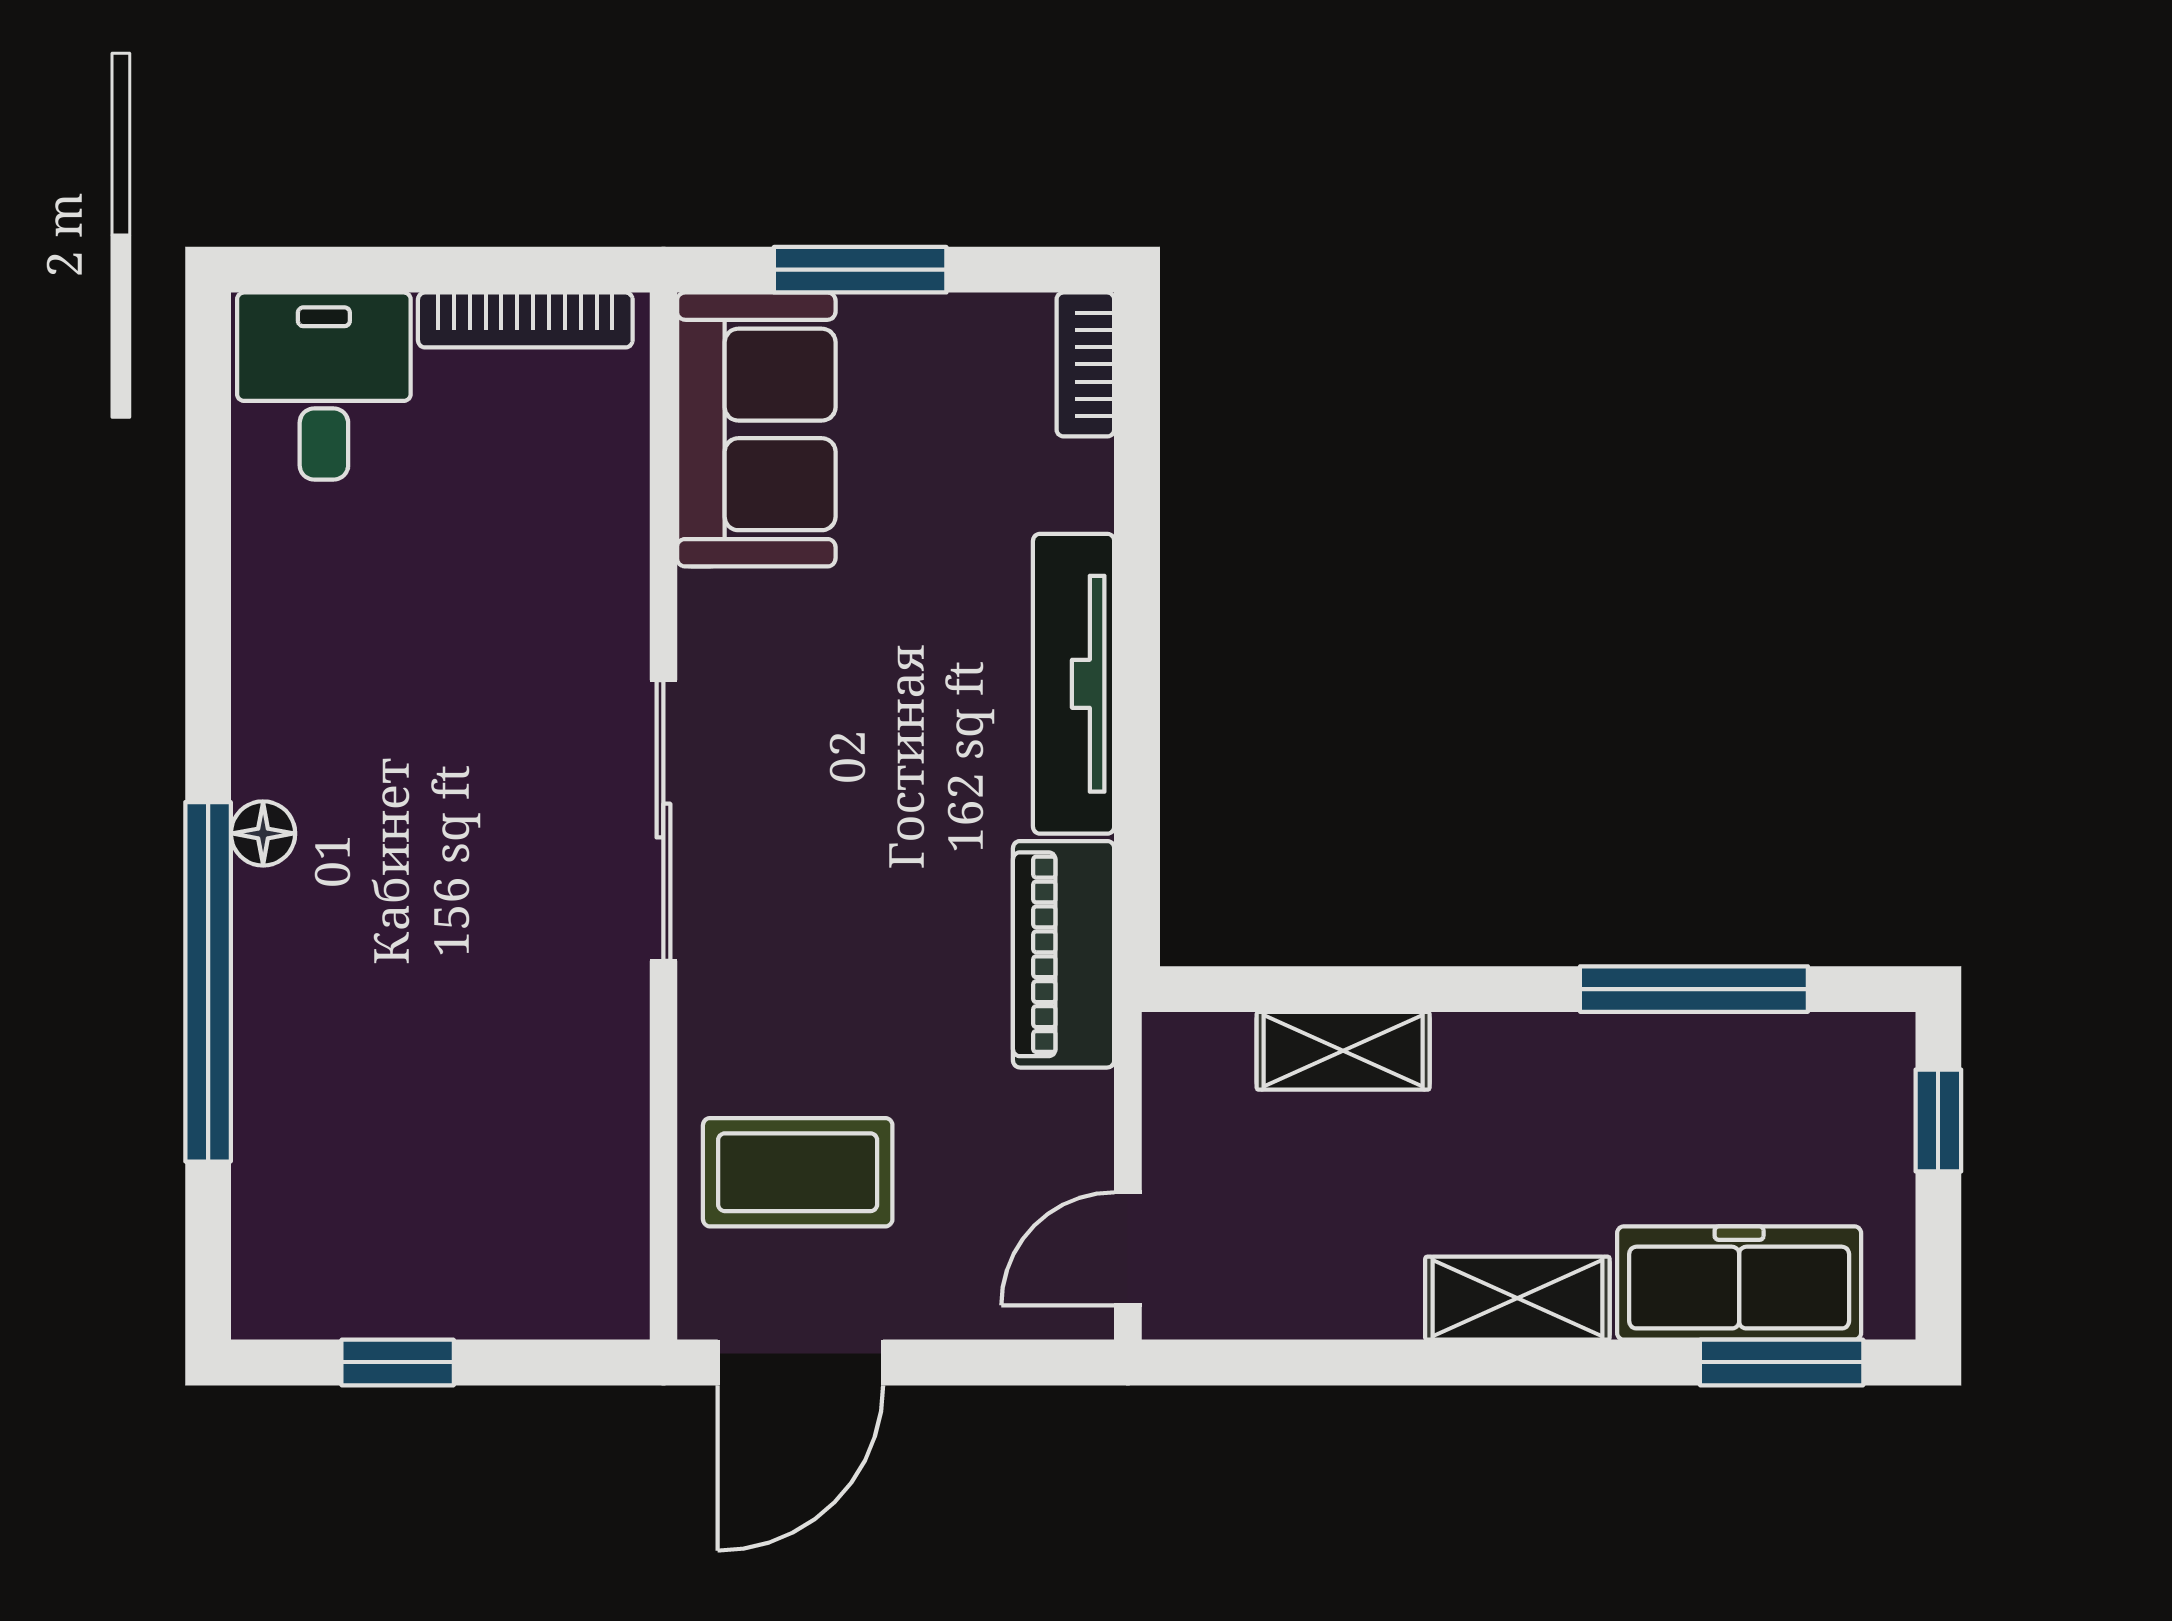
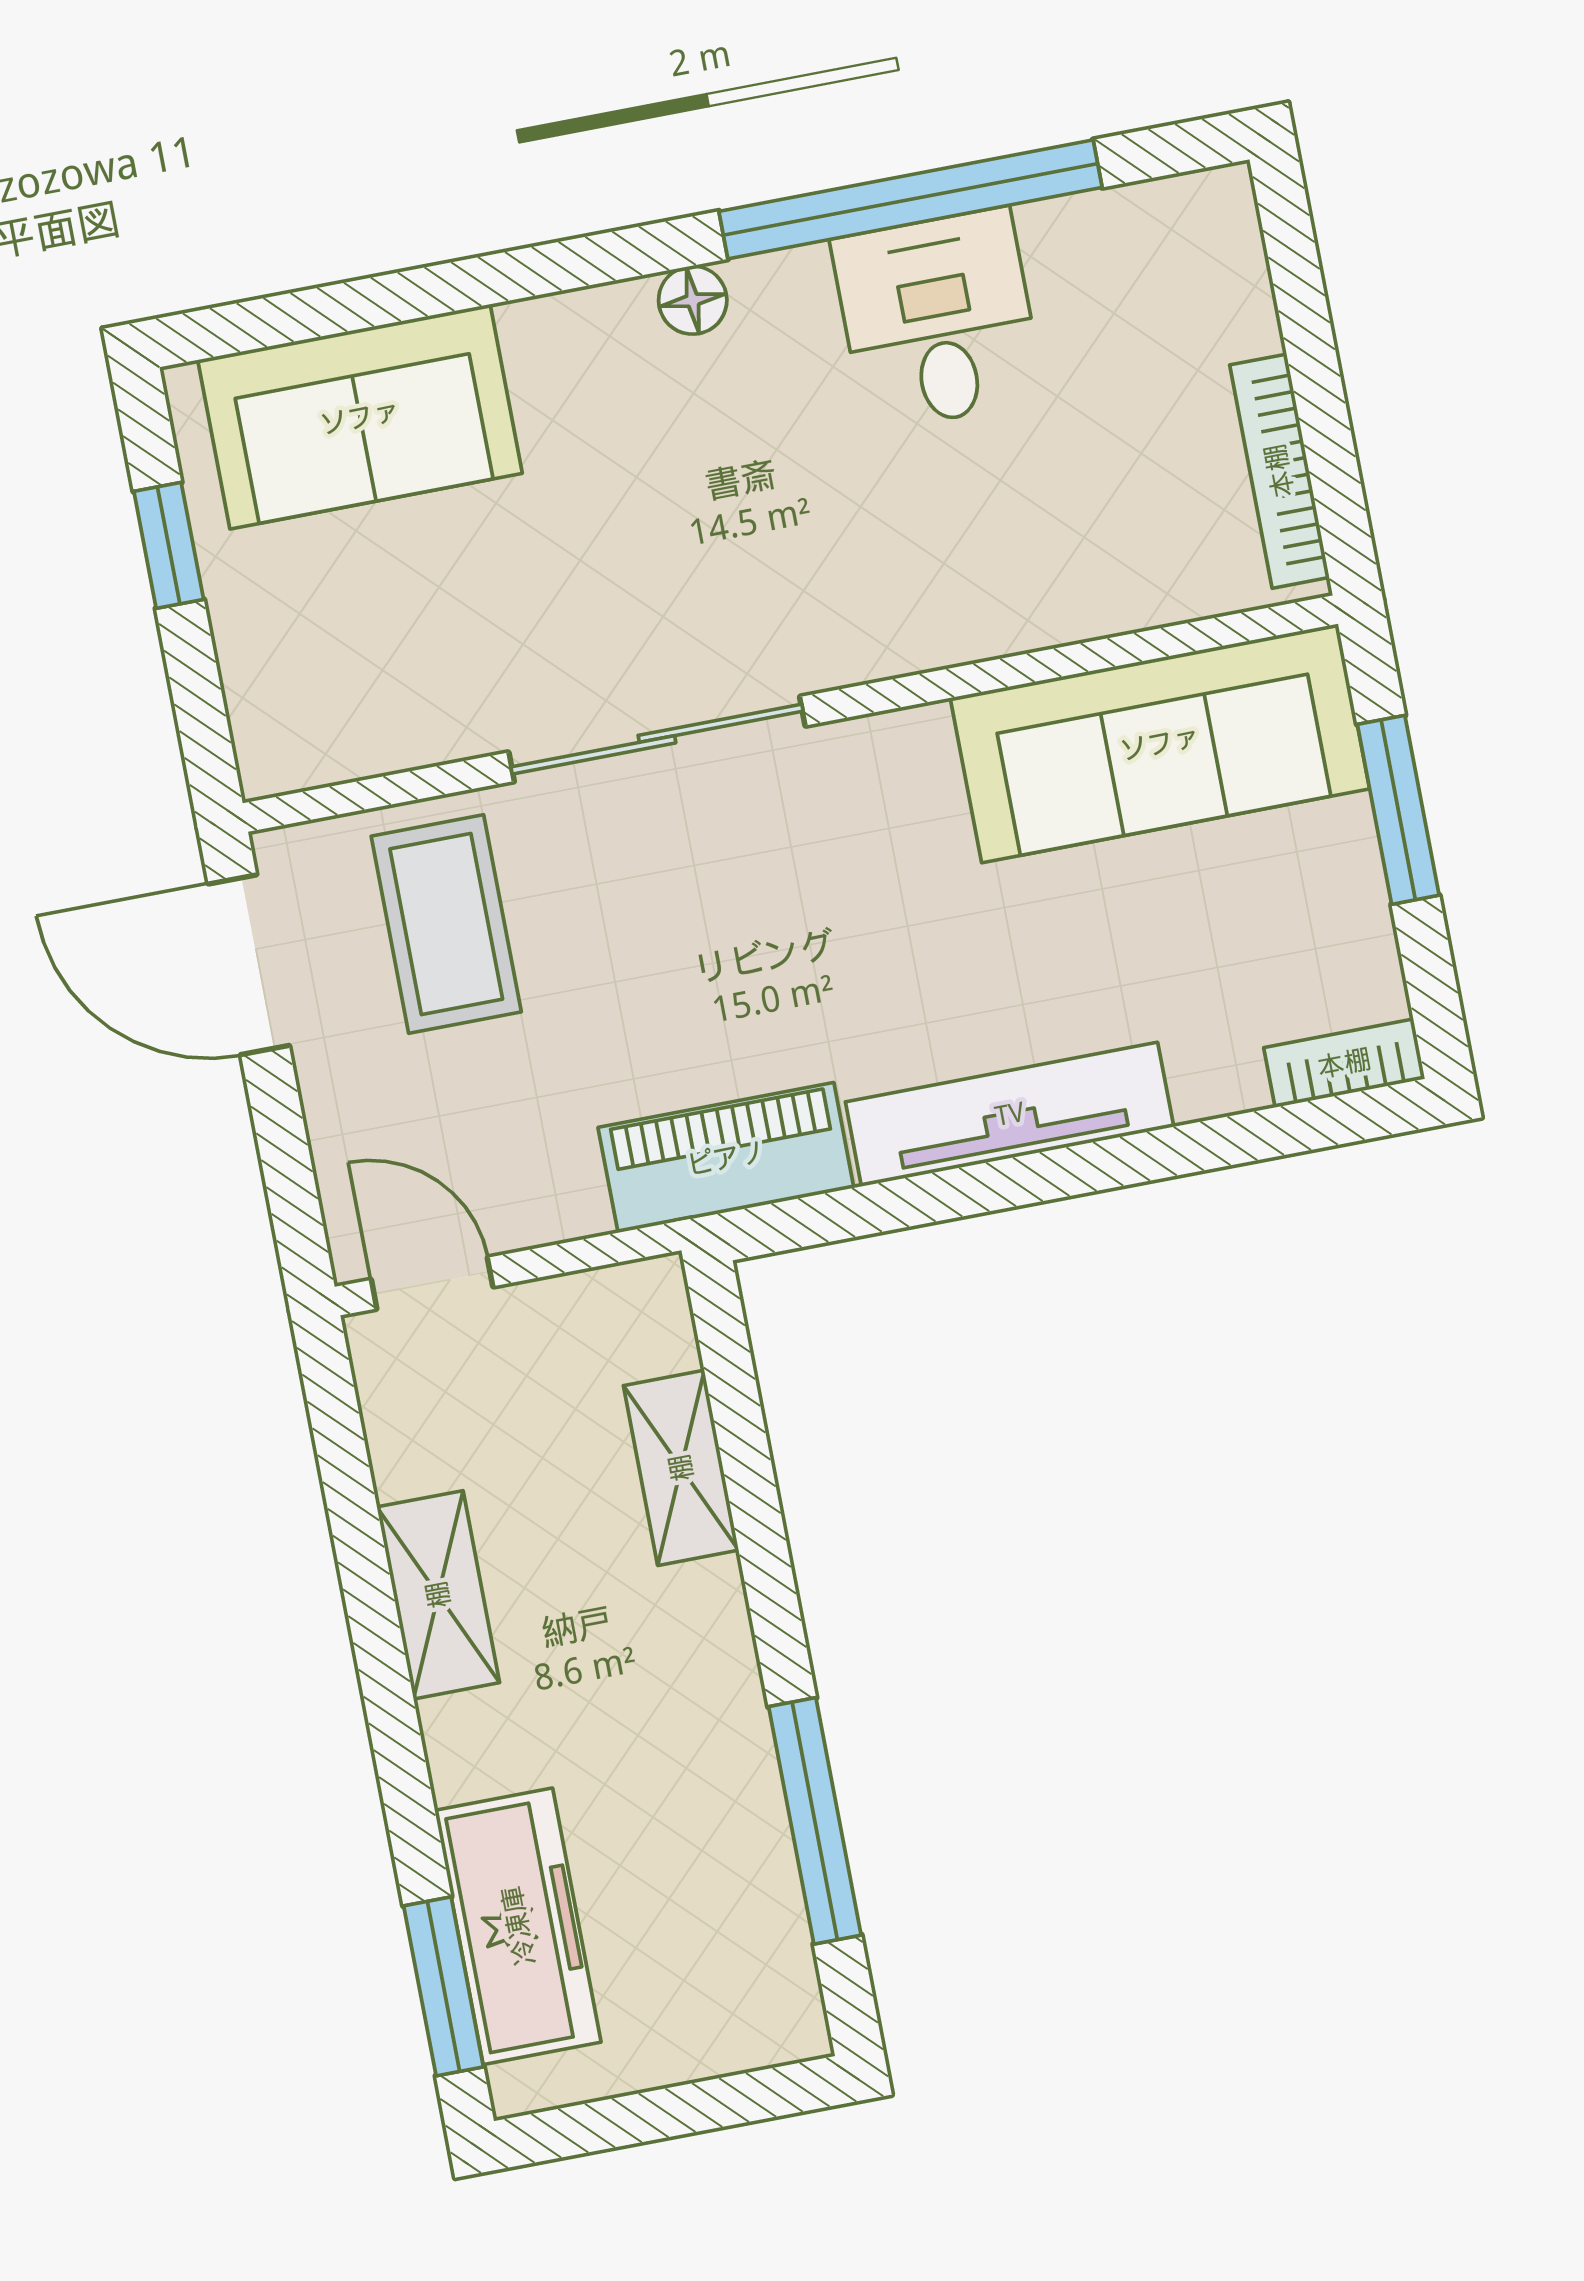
desk: (324, 386) -> (938, 320), moved, turned -90
sofa: (756, 429) -> (1160, 743), width x1.36
sliding door: (663, 821) -> (657, 739), moved
window: (208, 982) -> (910, 199), moved
window: (1938, 1120) -> (727, 2101), removed
sofa: (312, 1162) -> (360, 417), added
shelving: (1517, 1298) -> (438, 1595), moved

